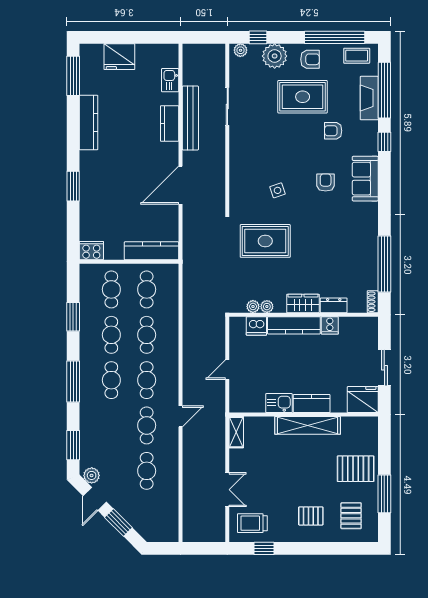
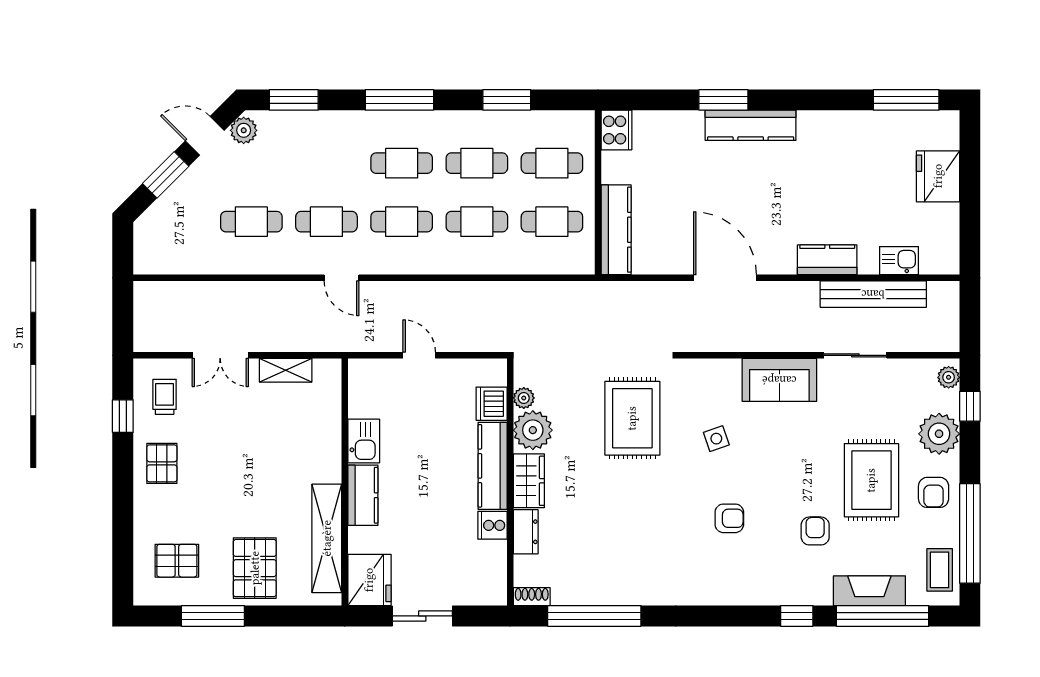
bench: (190, 118) -> (873, 294), moved
kitchen counter: (89, 123) -> (751, 125), moved
sofa: (365, 179) -> (779, 380), moved, turned 180
plant: (267, 307) -> (533, 430), width x1.87, depth x1.87
shelving: (308, 425) -> (327, 538), moved
shelving: (236, 432) -> (286, 370), moved
pallet: (311, 516) -> (162, 463), moved
trolley: (252, 523) -> (165, 397), width x0.73, depth x0.72

